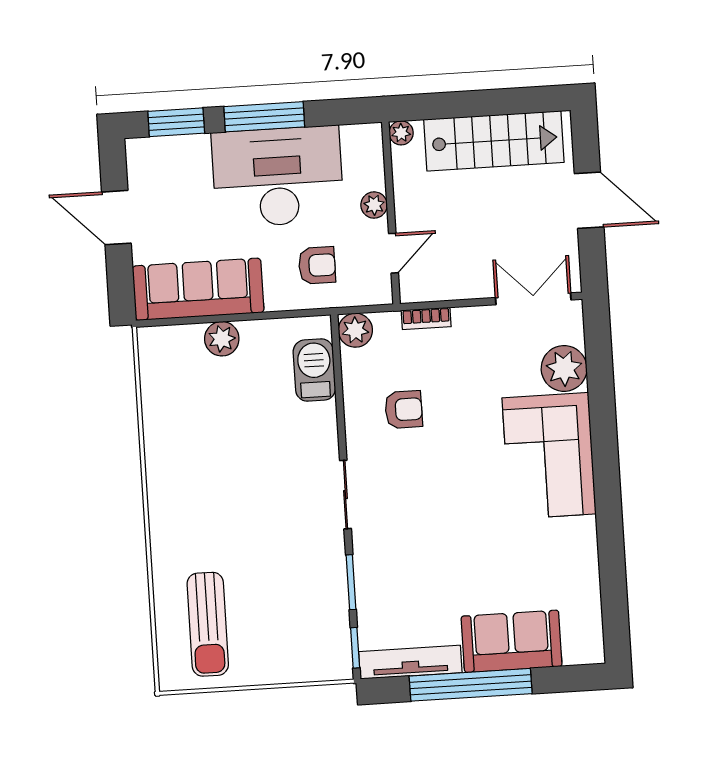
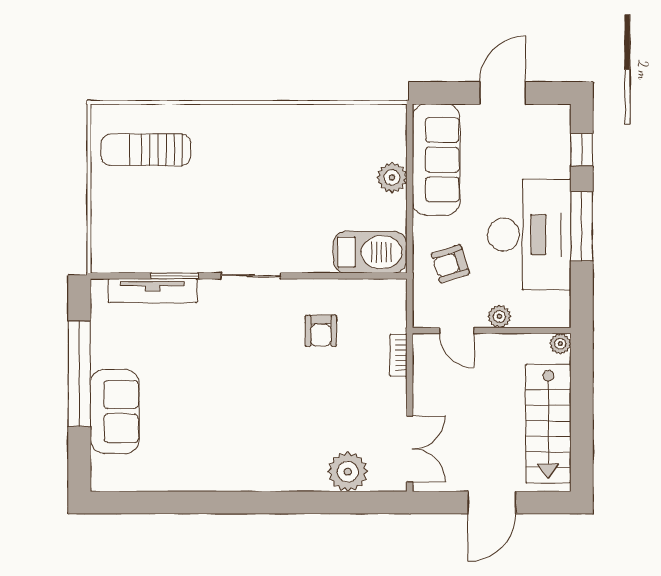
window: (176, 122) -> (582, 150), width x0.67
armchair: (317, 265) -> (450, 264), turned 72
plant: (355, 330) -> (392, 293), removed
barbecue: (314, 370) -> (370, 252), width x1.37, depth x1.21
corner sofa: (549, 456) -> (273, 454), removed
window: (355, 648) -> (118, 276), removed
tv unit: (410, 662) -> (153, 291), moved, turned 90

